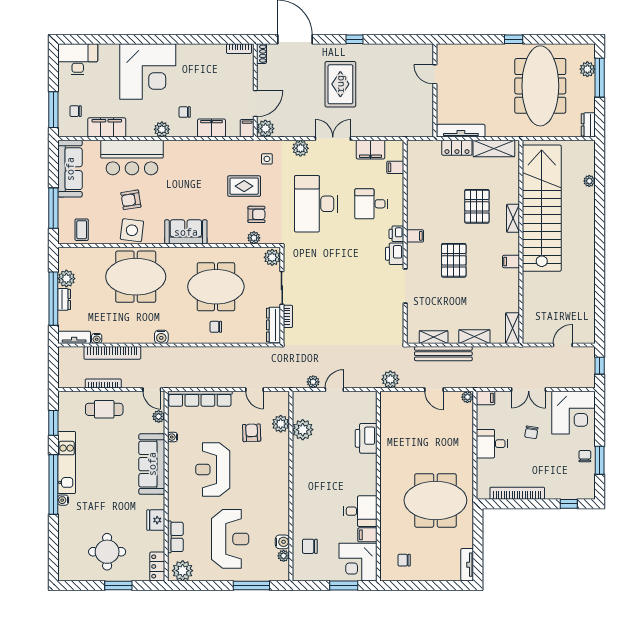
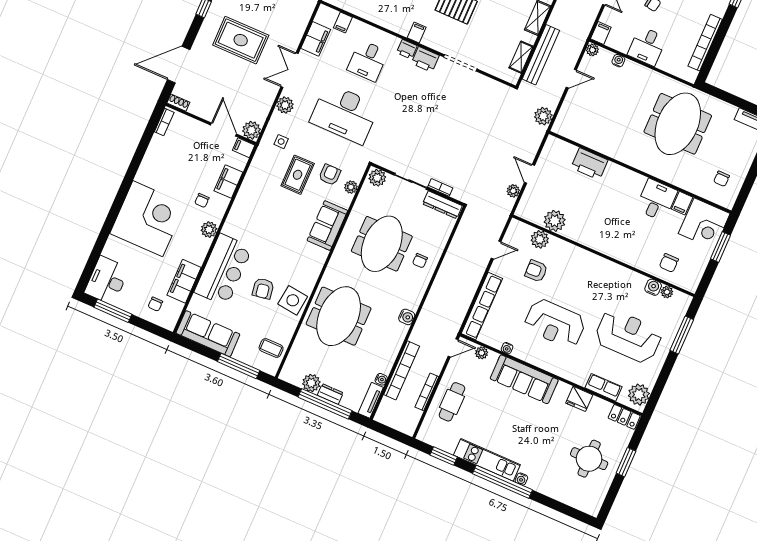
window: (53, 110) -> (113, 311), moved
sofa: (186, 232) -> (327, 225), moved
water cooler: (468, 424) -> (618, 61), added

